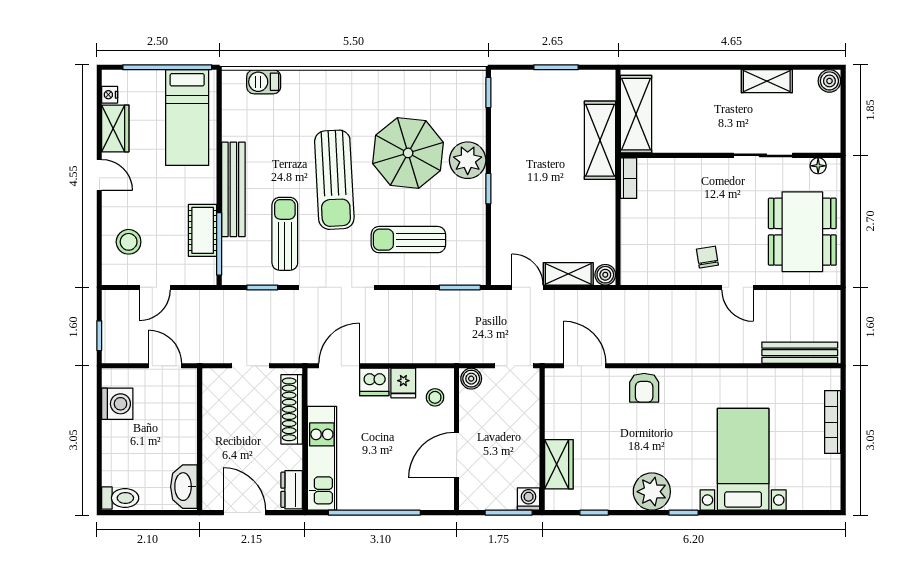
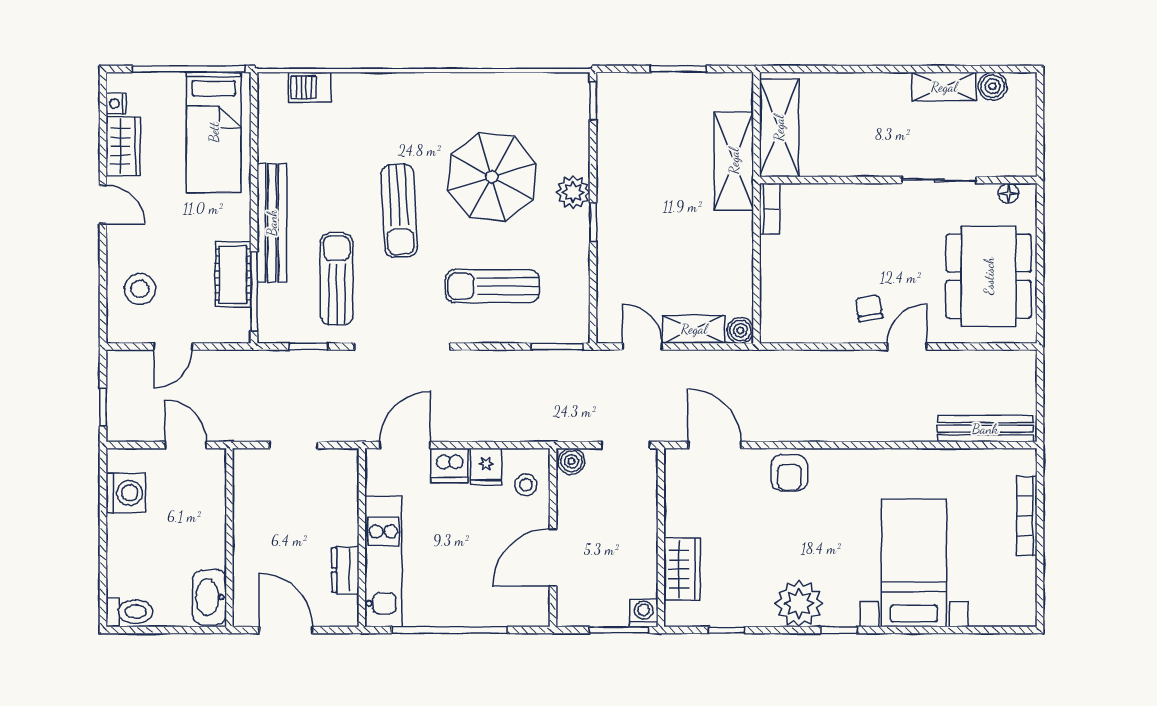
boiler: (829, 81) -> (993, 86), moved
plant: (468, 160) -> (573, 192), width x0.73, depth x0.73
sun lounger: (334, 180) -> (399, 211), width x0.73, depth x0.75
door: (738, 287) -> (907, 346), swing flipped
shoe rack: (292, 409) -> (345, 500), removed
dresser: (292, 490) -> (345, 570), moved

